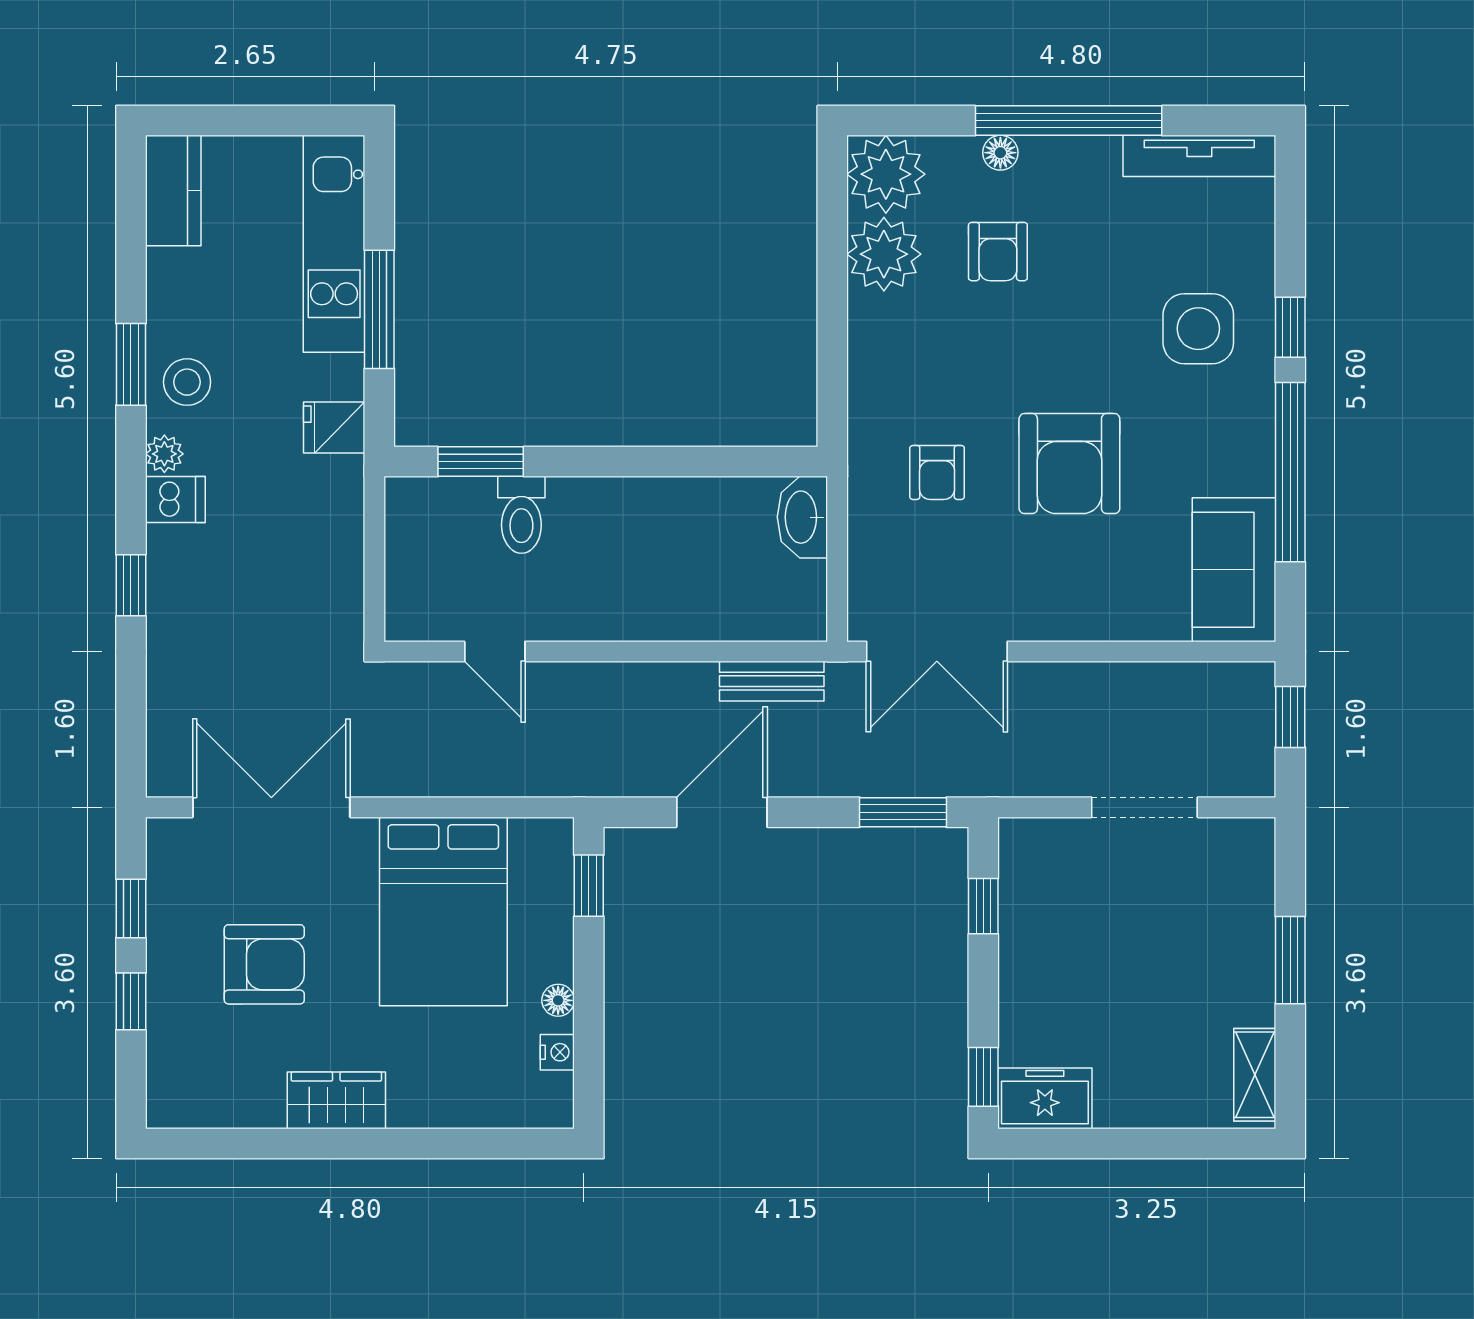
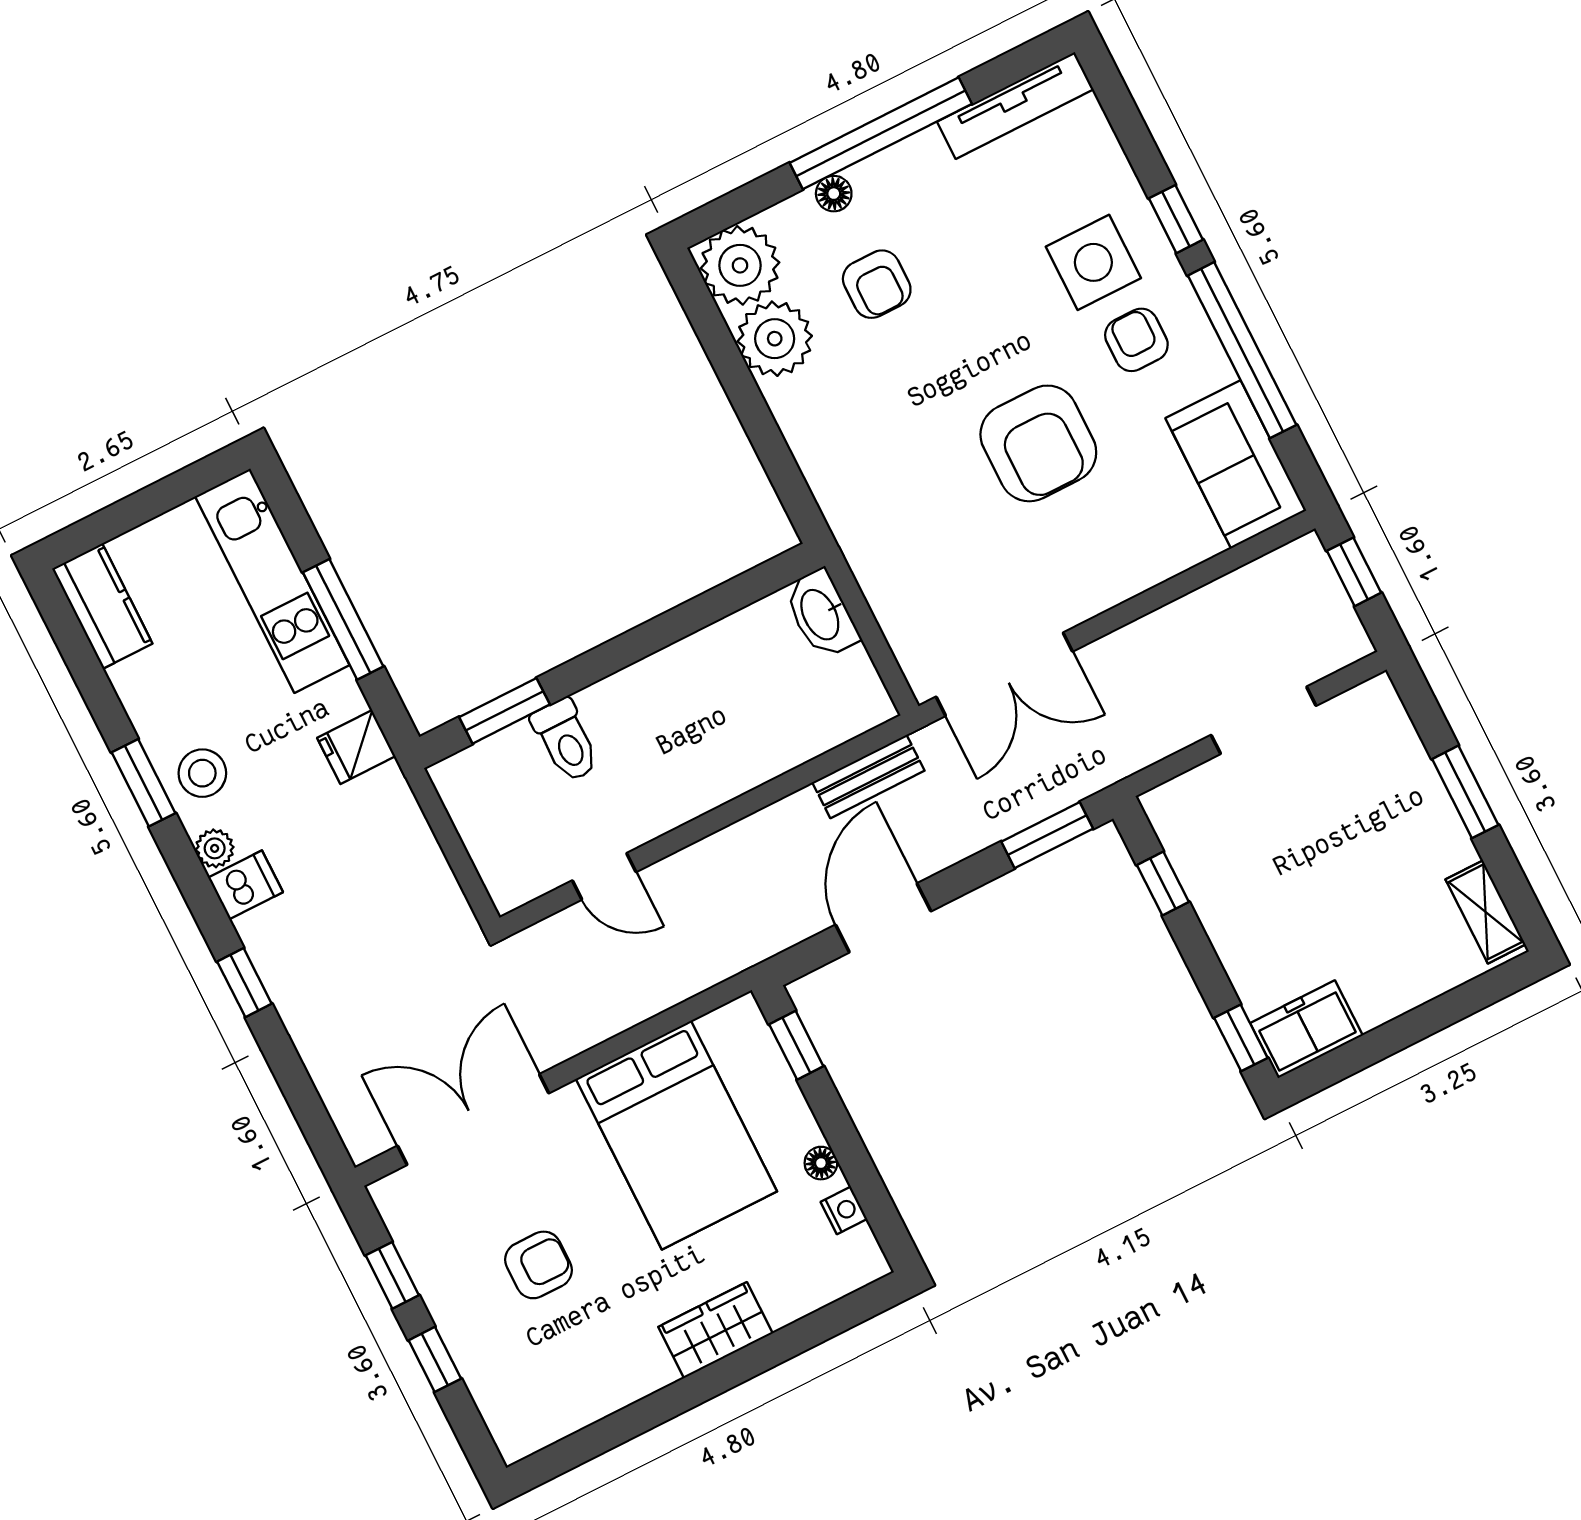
armchair: (937, 472) -> (1136, 340), moved, turned 180
armchair: (264, 964) -> (538, 1265), width x0.72, depth x0.72
wardrobe: (336, 1100) -> (715, 1330), moved

